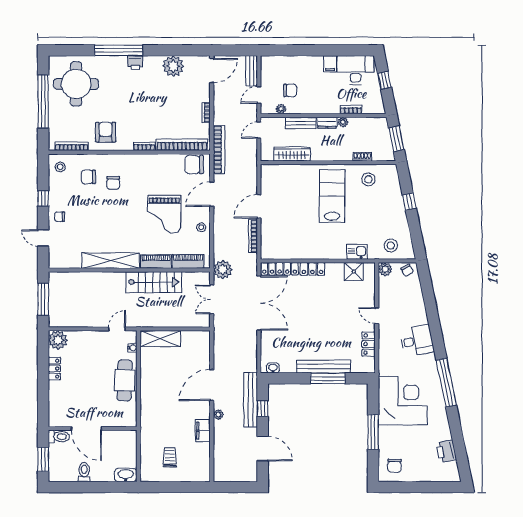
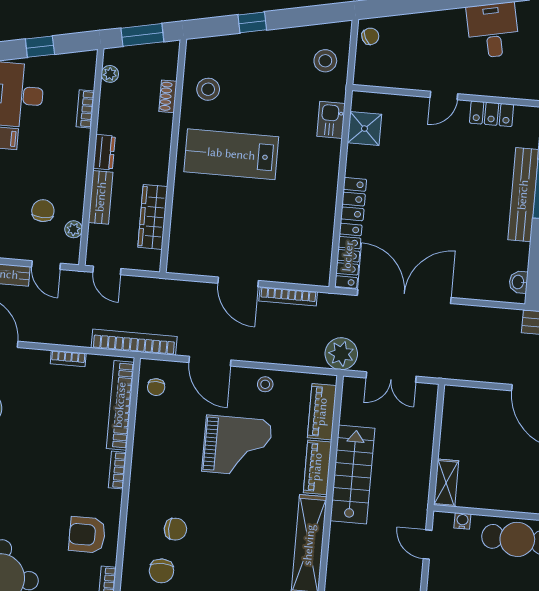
plant: (343, 122) -> (110, 74), moved
chair: (194, 165) -> (156, 387), width x0.54, depth x0.54
plant: (385, 269) -> (365, 74), removed
shelving: (160, 339) -> (446, 483), width x0.67, depth x0.75

